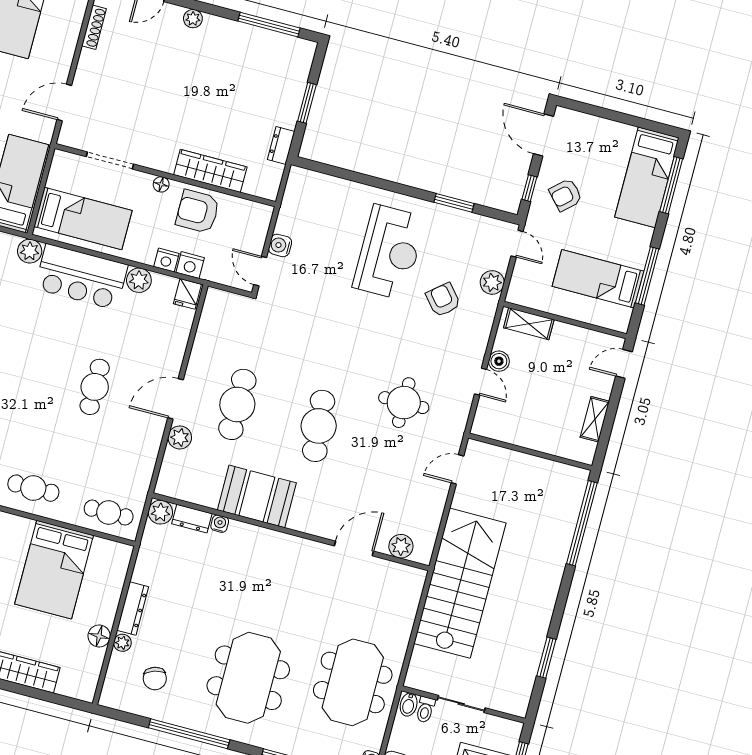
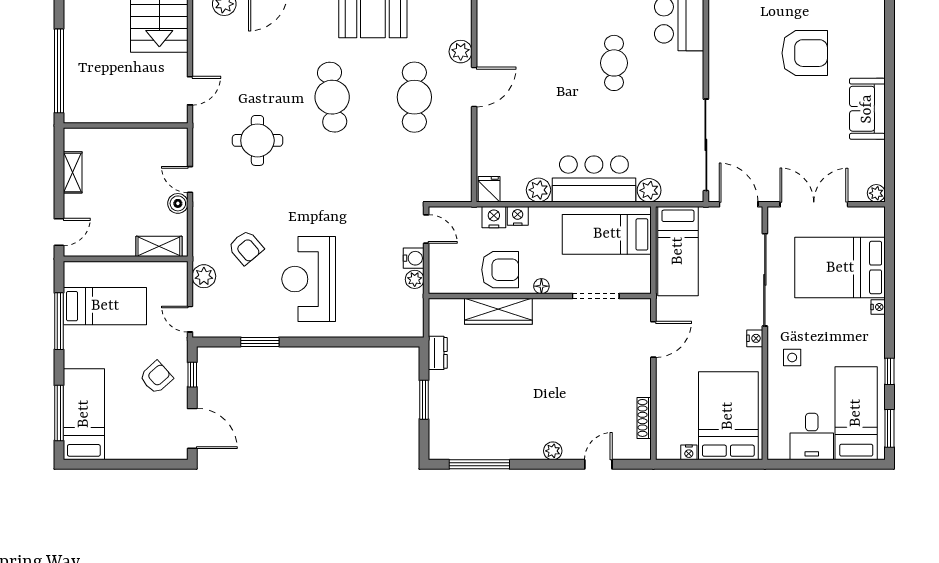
plant: (285, 224) -> (415, 279), added
cafe table: (95, 387) -> (614, 63), moved

